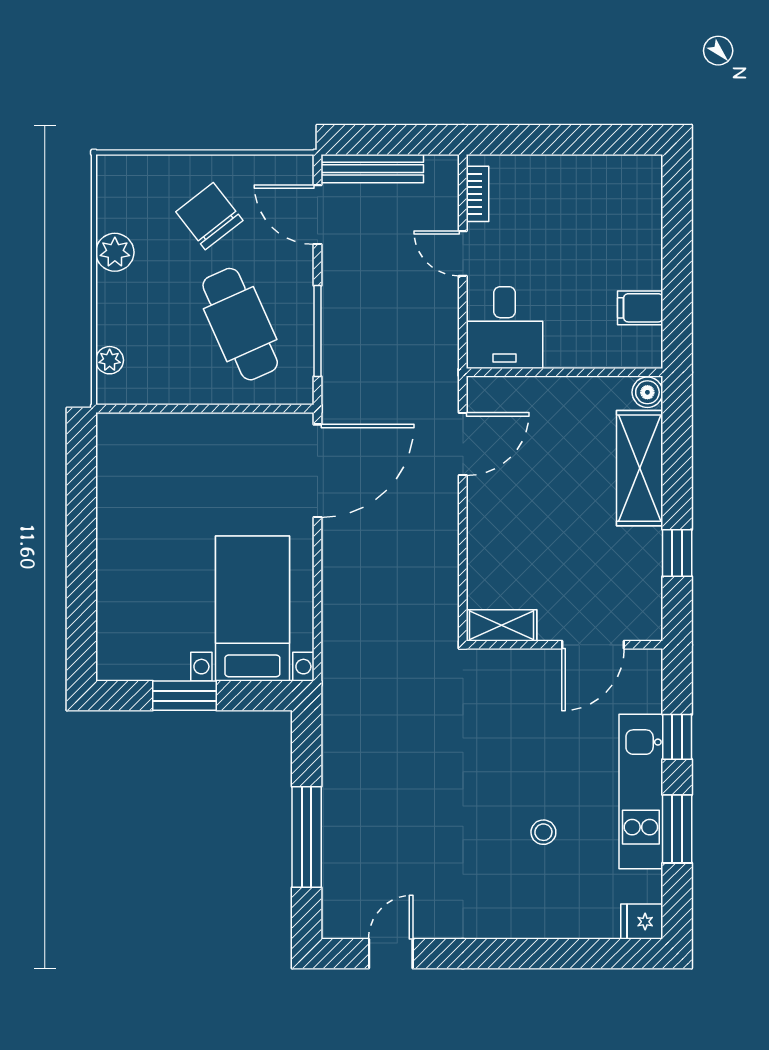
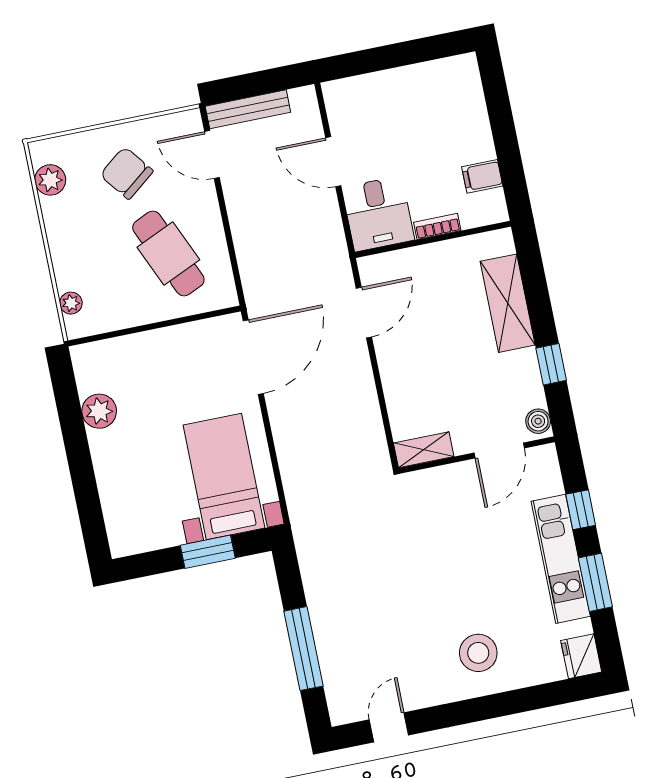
bookcase: (478, 194) -> (437, 226), moved, turned -90
plant: (115, 252) -> (50, 180), moved
door: (463, 253) -> (333, 162), width x1.38
window: (317, 331) -> (231, 246), removed
boiler: (647, 392) -> (538, 421), moved
plant: (117, 498) -> (99, 411), added
window: (185, 696) -> (208, 552), moved
stool: (543, 832) -> (478, 653), moved, width x1.89, depth x1.89
fridge: (642, 922) -> (581, 656), width x1.38

